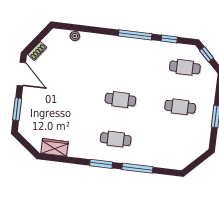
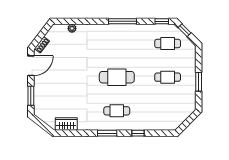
window: (169, 39) -> (162, 21), moved
door: (21, 74) -> (31, 66), hinge flipped
cafe table: (120, 100) -> (117, 77), width x1.37, depth x1.35
window: (137, 168) -> (138, 133), width x0.46

